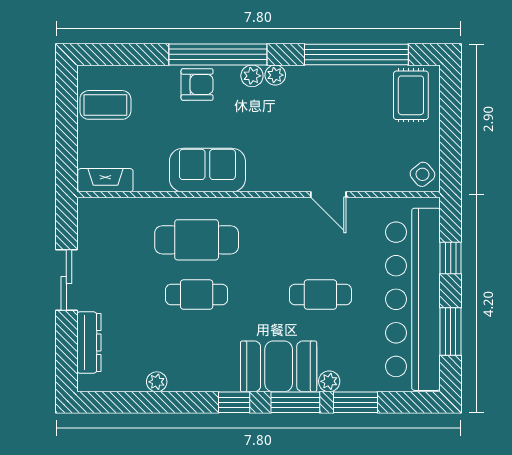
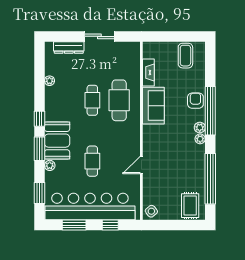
armchair: (197, 84) -> (195, 101), turned 180
rug: (411, 95) -> (190, 206), turned 90
fireplace: (105, 180) -> (148, 72), moved
window: (355, 402) -> (39, 193), moved

